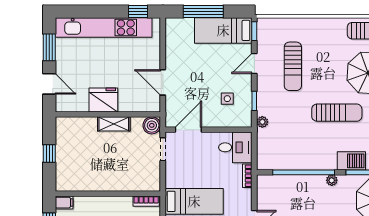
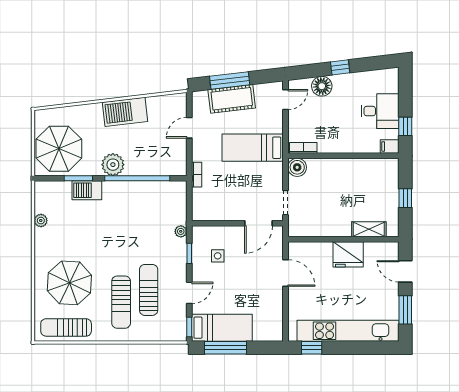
window: (203, 11) -> (226, 348), moved
sun lounger: (337, 113) -> (121, 302), moved, turned -90
shelving: (114, 124) -> (369, 229), moved
boiler: (152, 125) -> (297, 167), moved
desk: (235, 147) -> (209, 205), removed
plant: (332, 180) -> (113, 165), width x1.88, depth x1.88

